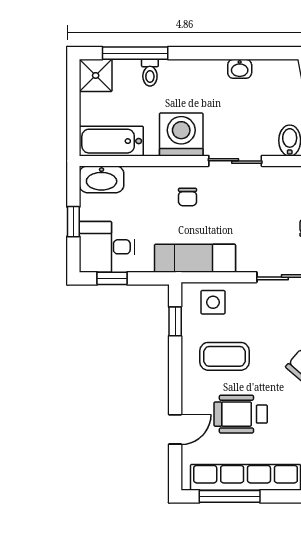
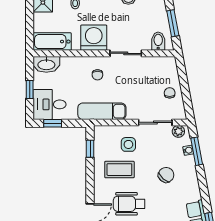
side table: (213, 302) -> (128, 144), moved

